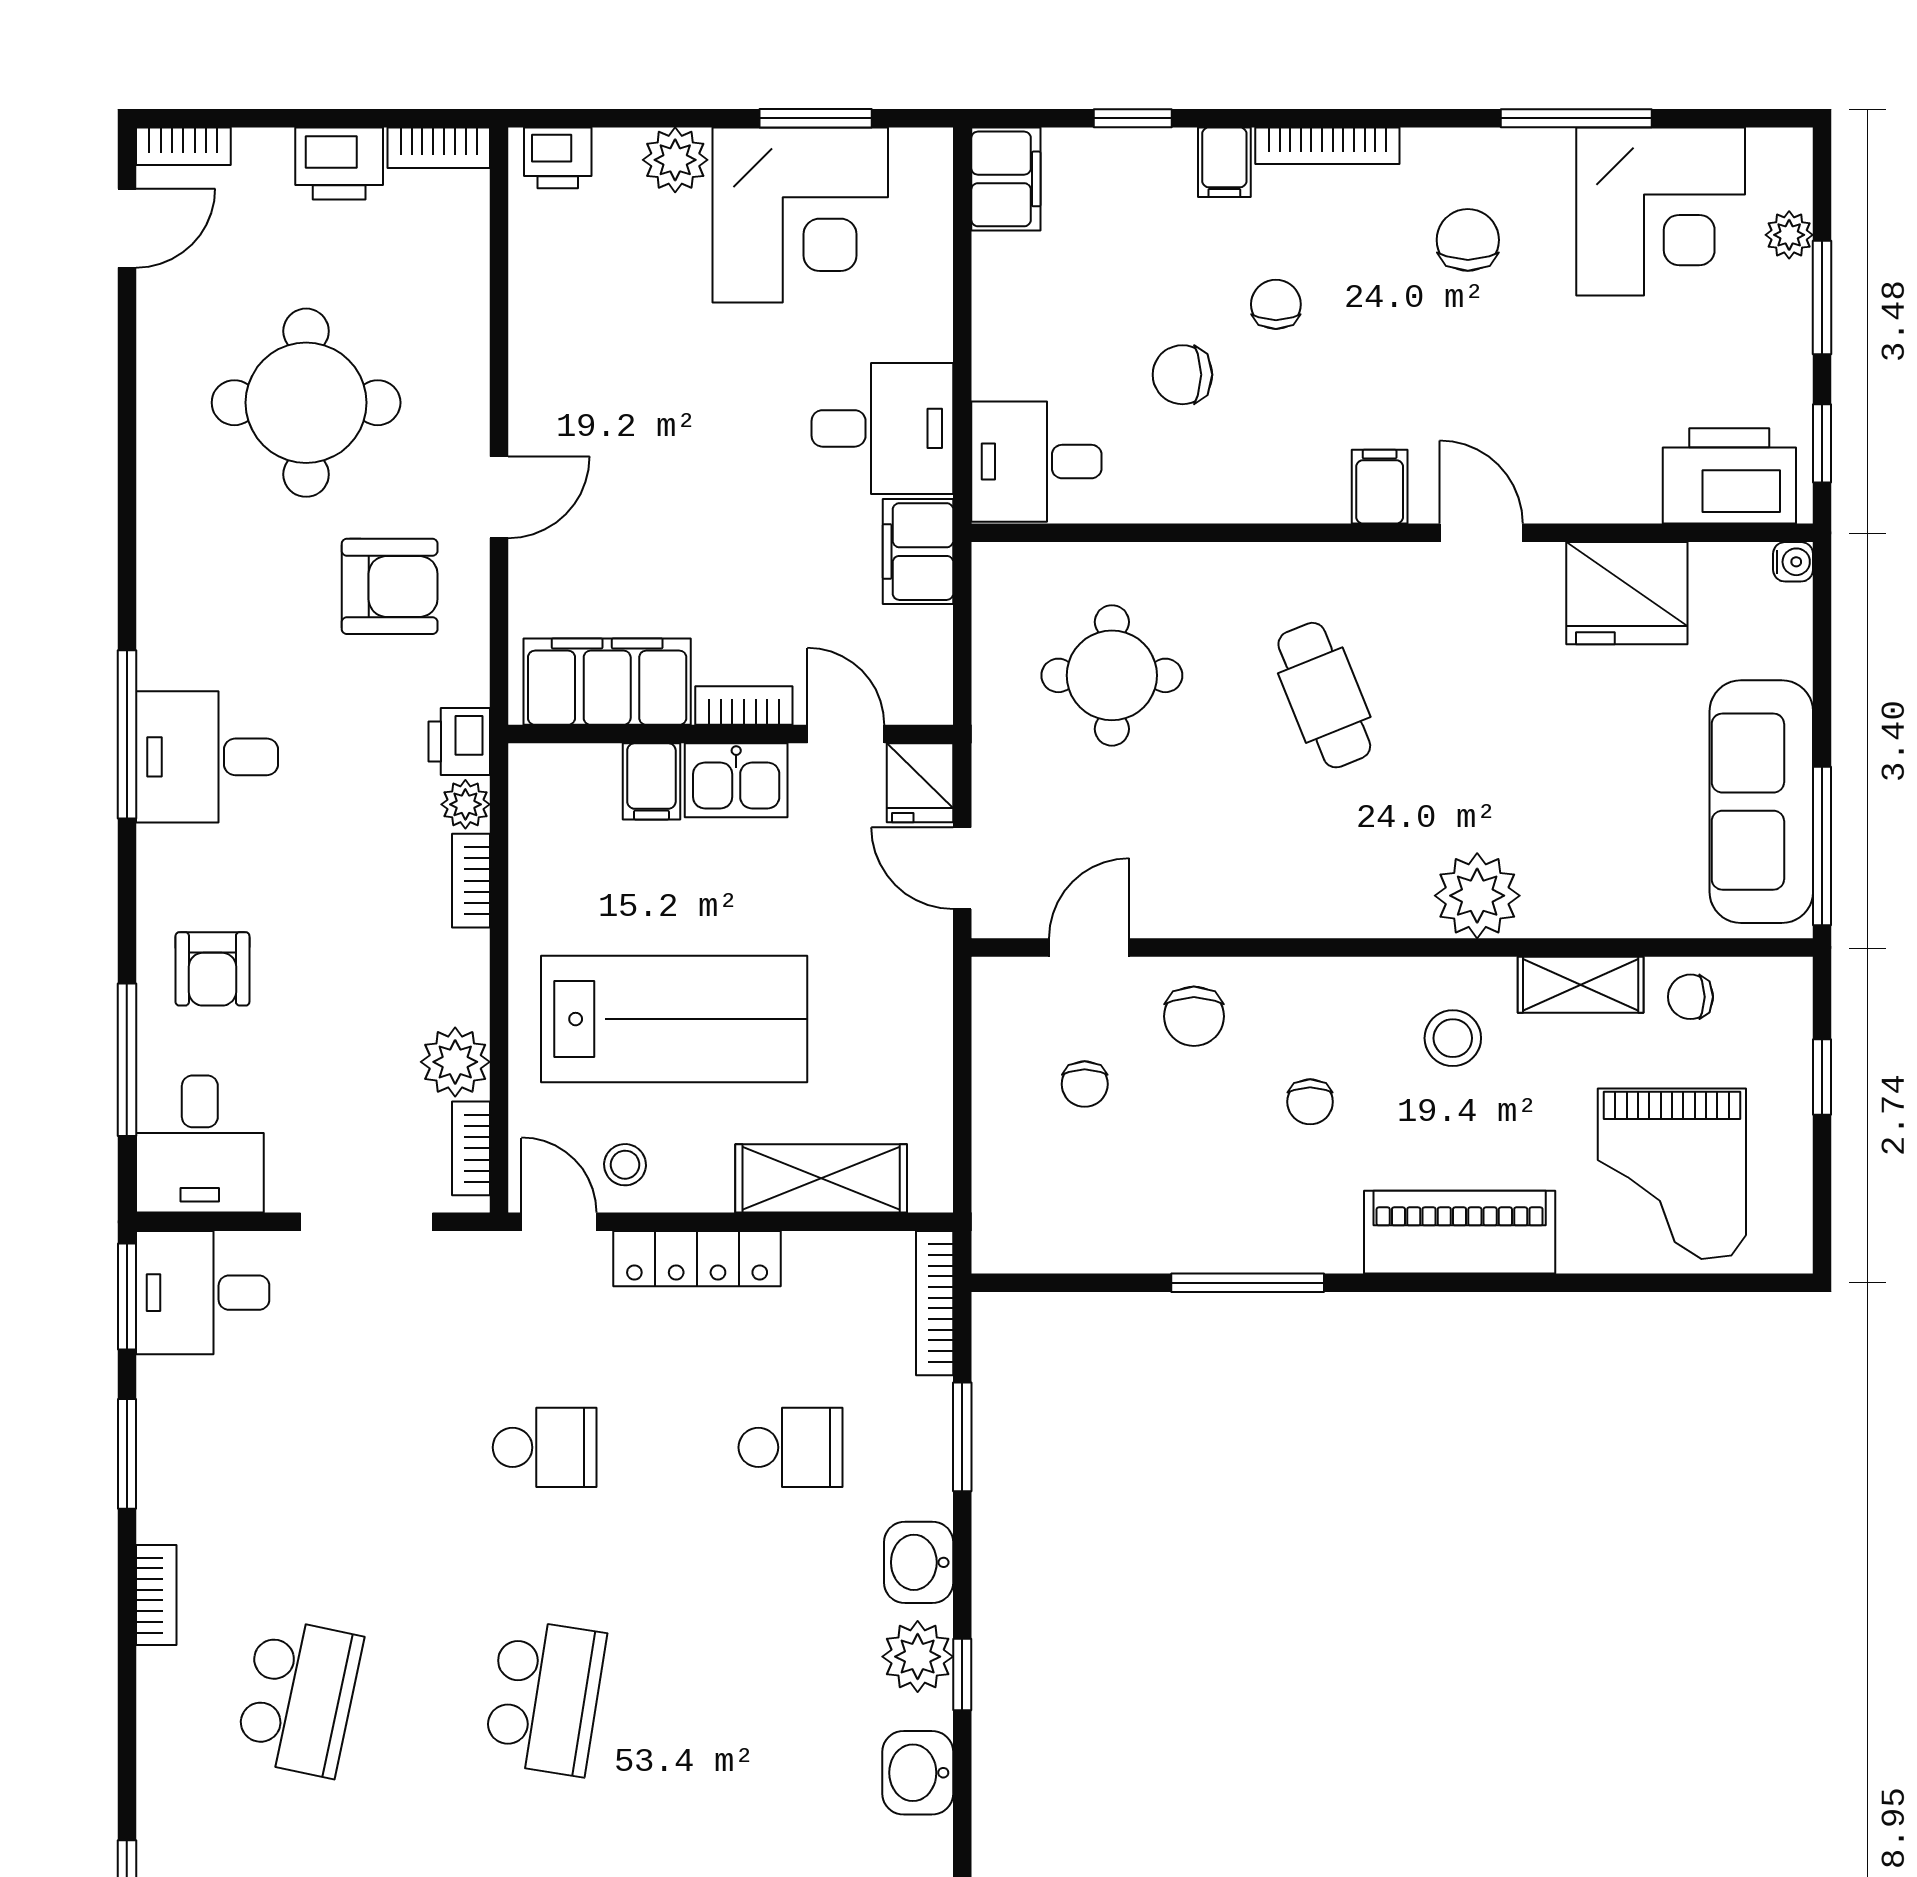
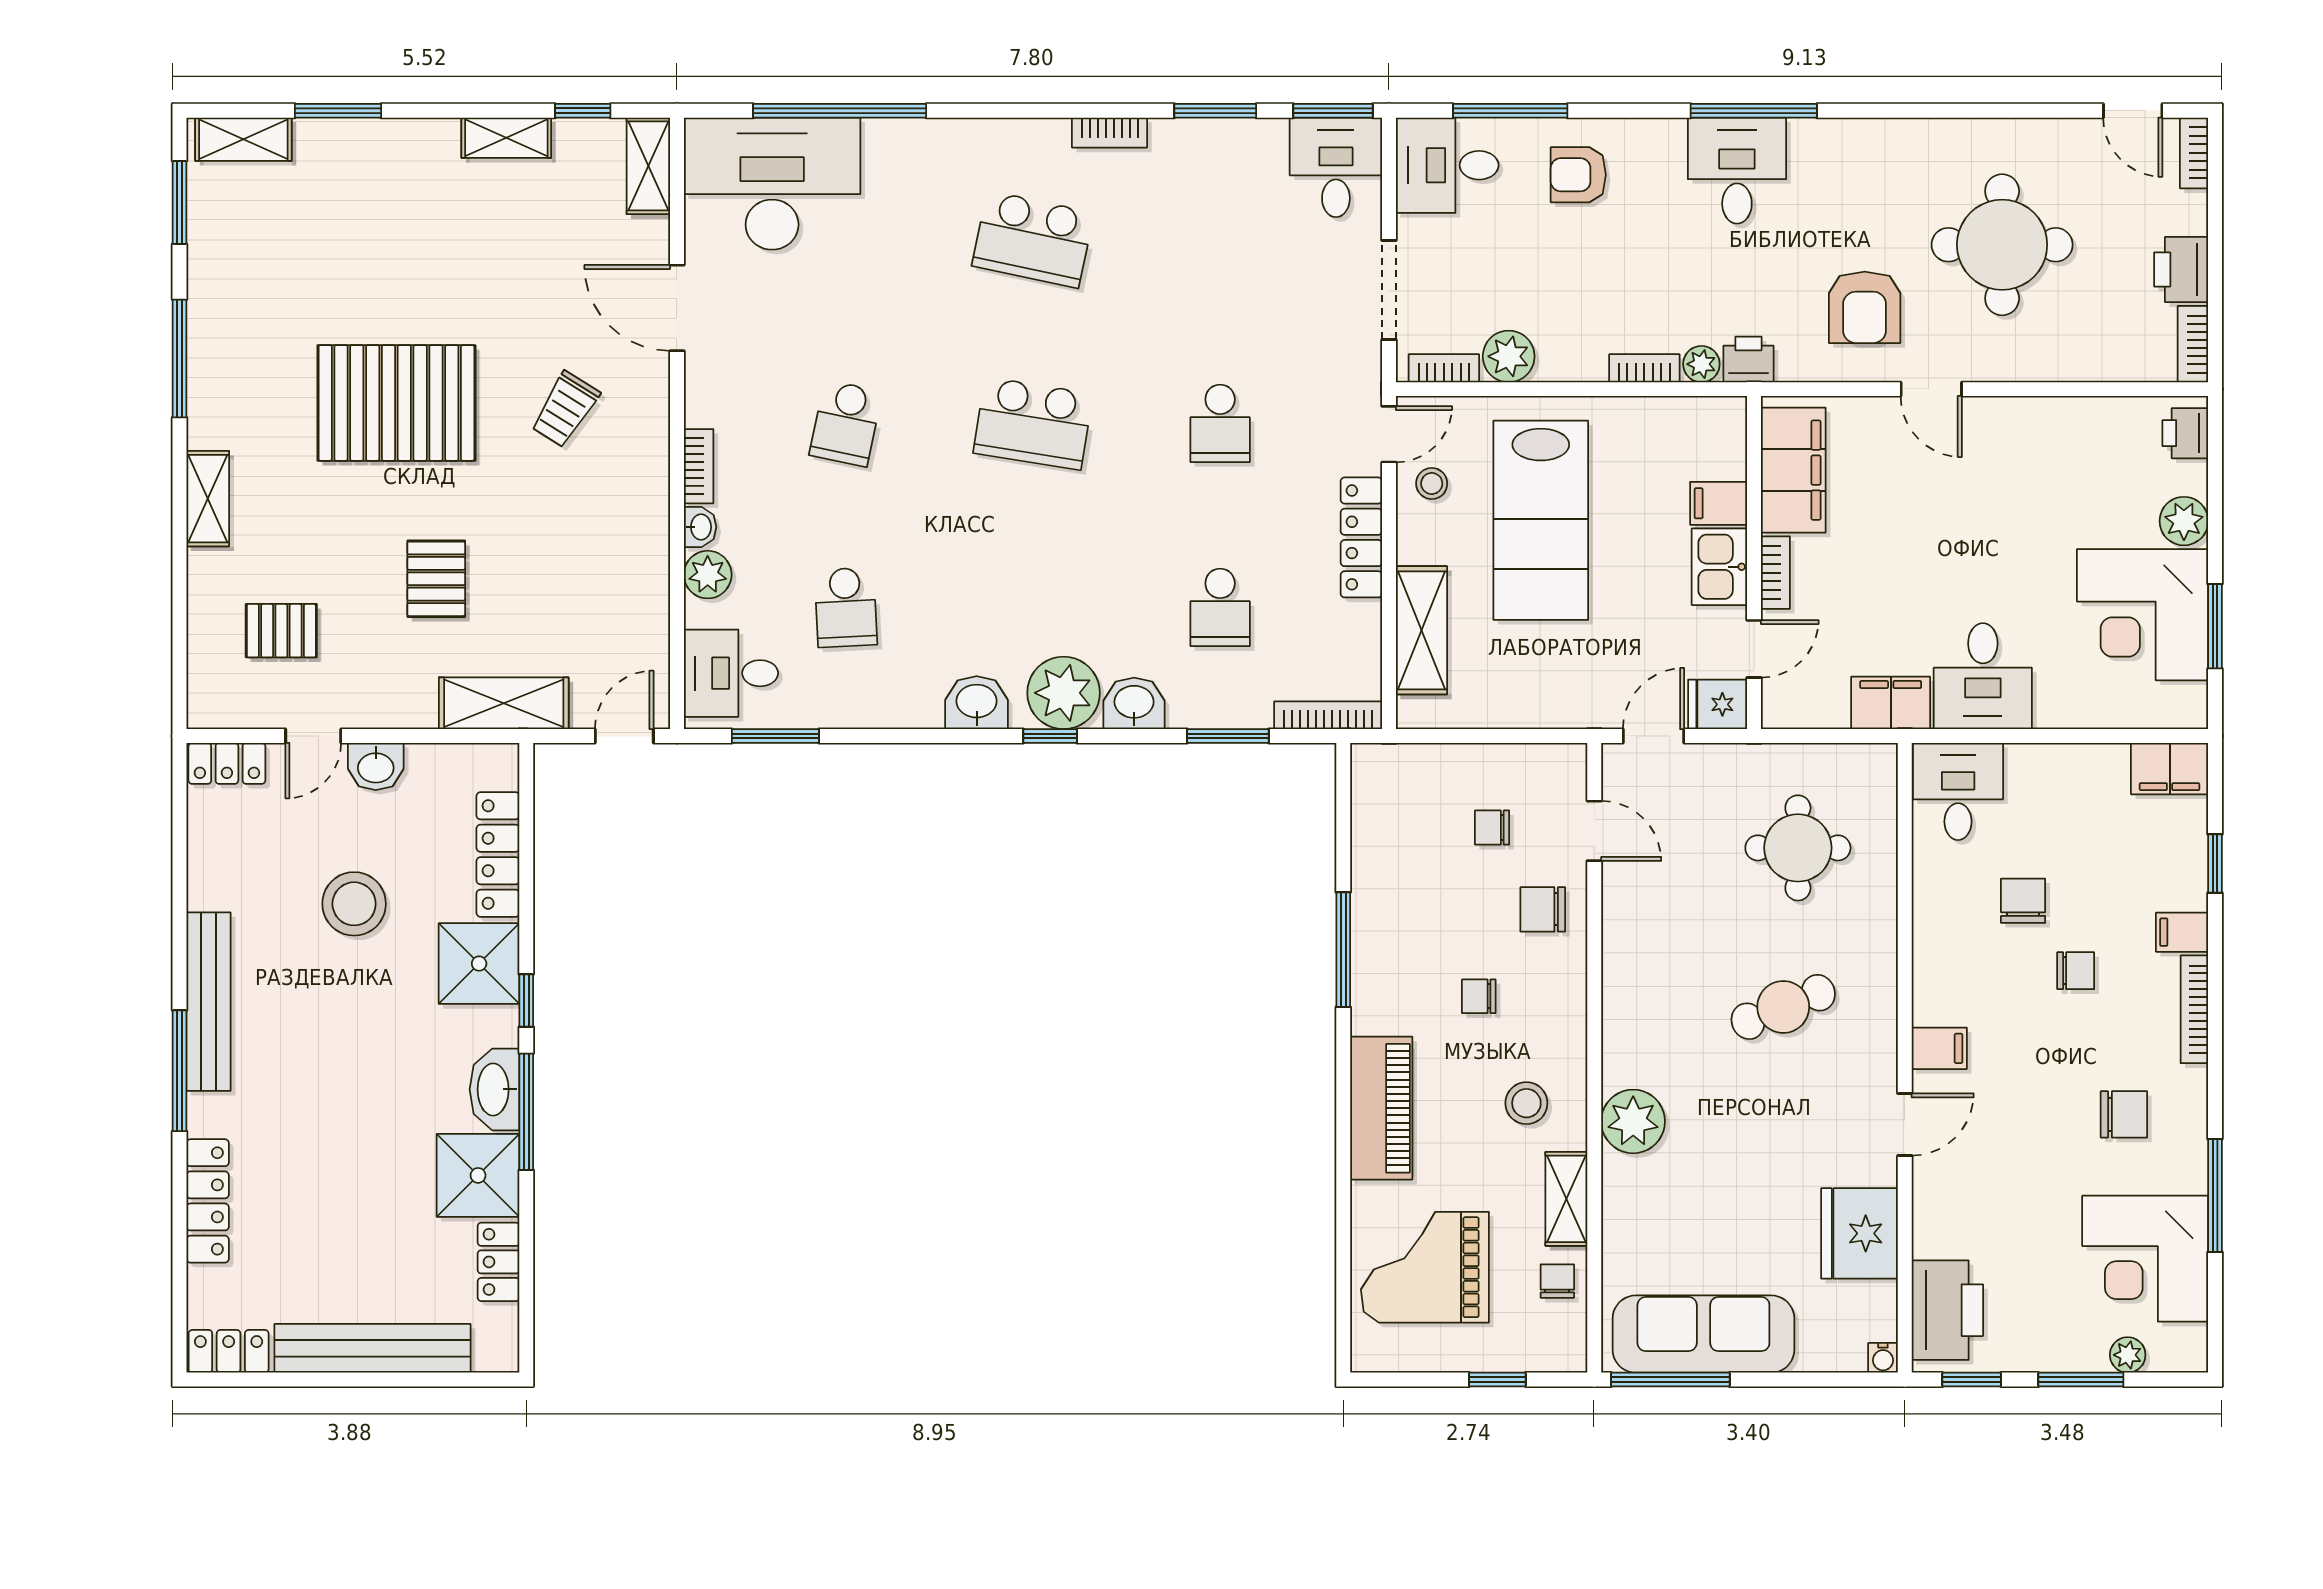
plant: (918, 1657) -> (1064, 693), width x1.36, depth x1.36

